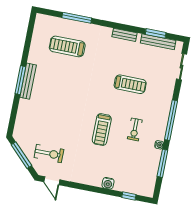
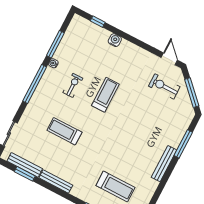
bench: (124, 35) -> (56, 181), width x1.36
window: (20, 80) -> (183, 144), moved

